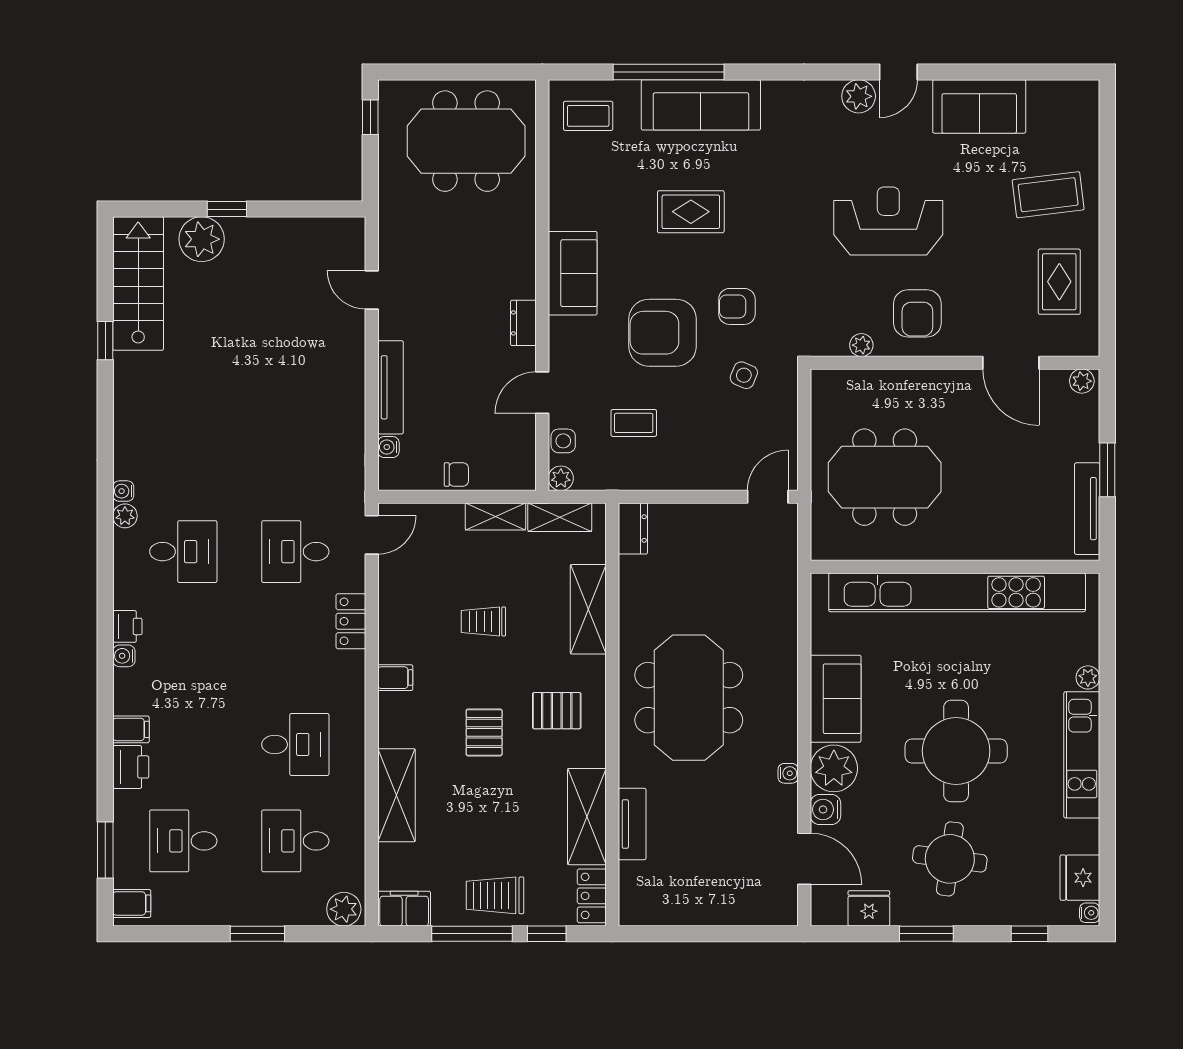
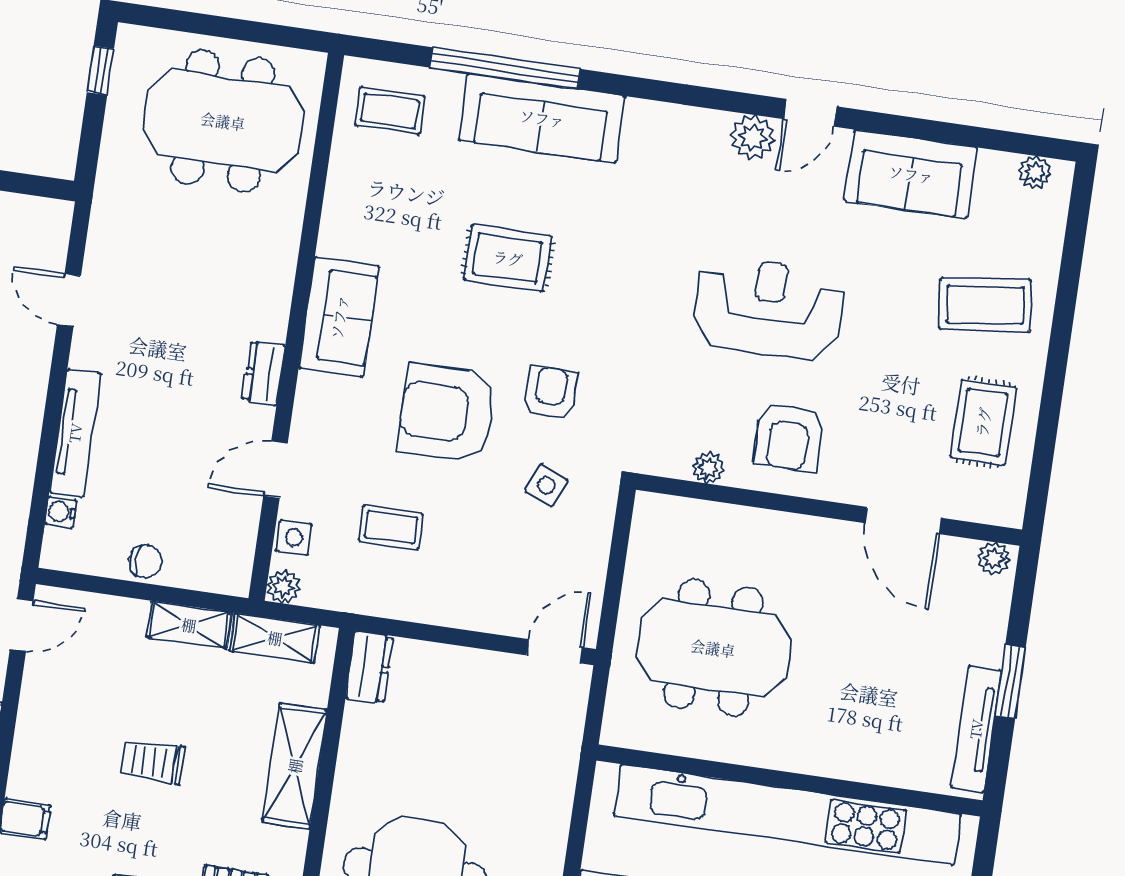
plant: (1071, 92) -> (1035, 172), added
armchair: (737, 306) -> (550, 393), turned 90

